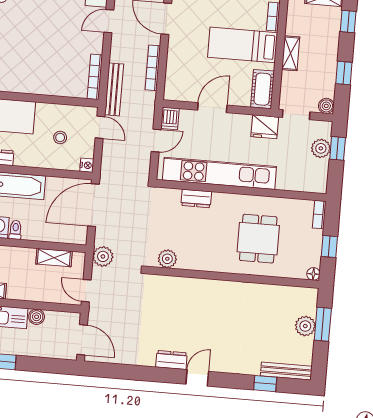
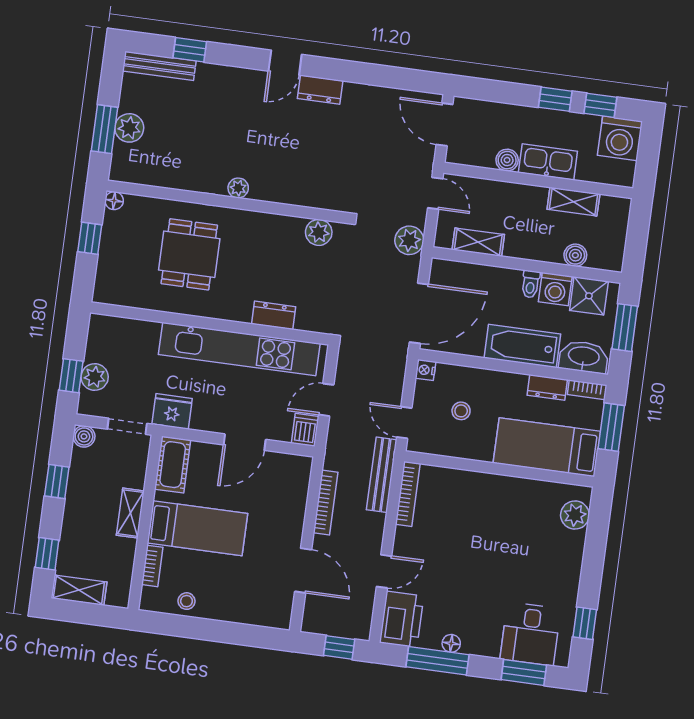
bookcase: (319, 215) -> (102, 284), removed
plant: (226, 287) -> (238, 188), added

